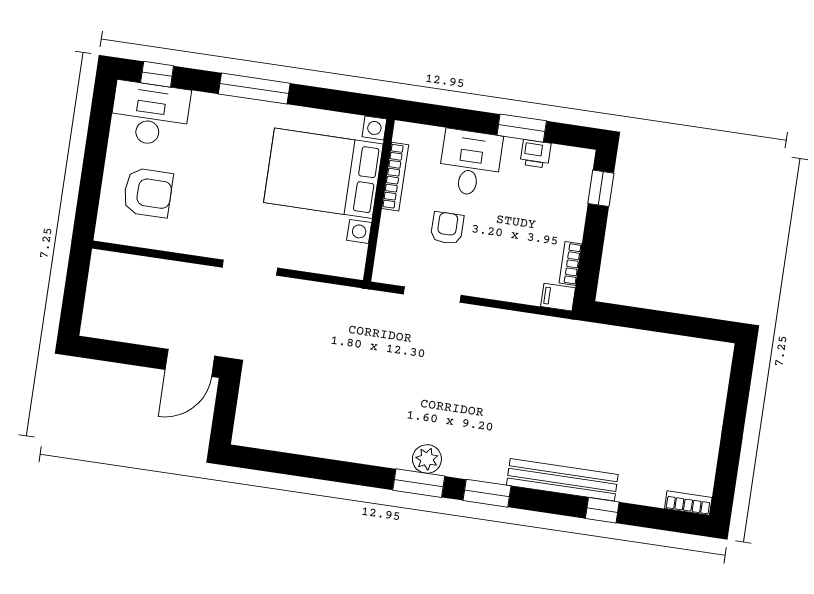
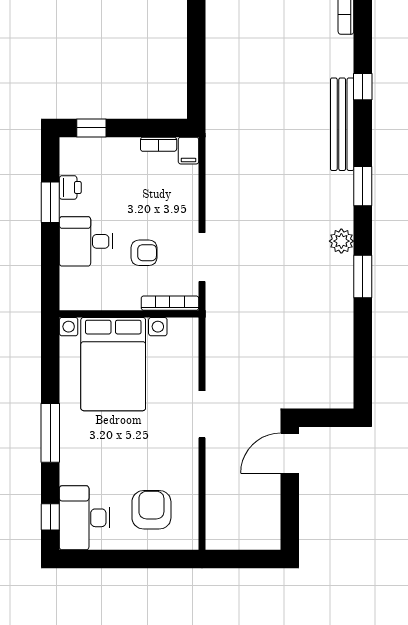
bookcase: (395, 177) -> (170, 303), moved
armchair: (447, 228) -> (144, 253), turned 180
door: (190, 363) -> (290, 453), swing flipped
window: (419, 483) -> (363, 276), moved

